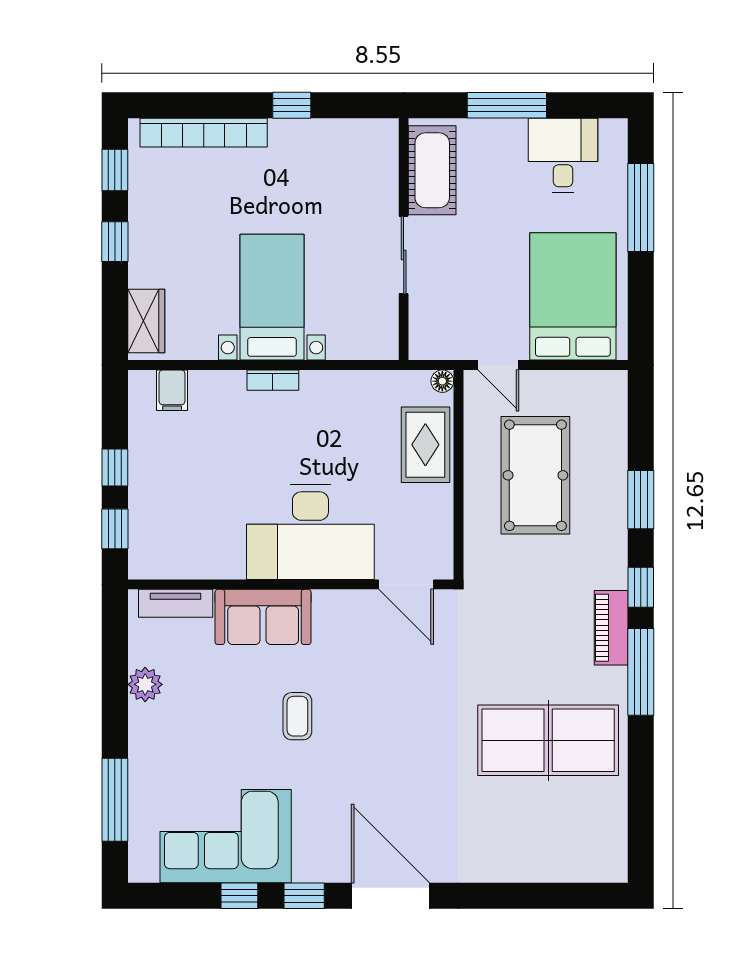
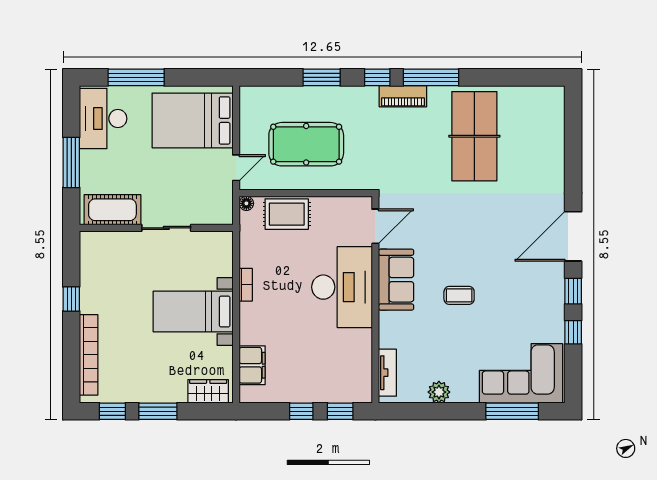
desk: (563, 156) -> (103, 119), width x1.37
window: (115, 242) -> (158, 411), width x1.50
bookcase: (273, 380) -> (246, 285), moved
filing cabinet: (172, 390) -> (252, 365), width x2.00
sofa: (263, 617) -> (396, 280), moved
corner sofa: (226, 836) -> (521, 373), moved, turned 90

